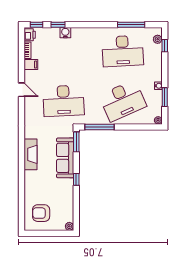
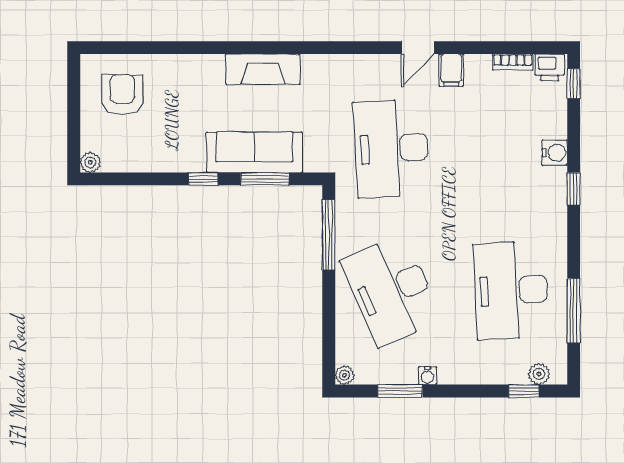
window: (58, 25) -> (574, 189), moved
filing cabinet: (31, 65) -> (451, 70), moved
window: (76, 142) -> (265, 179), moved

